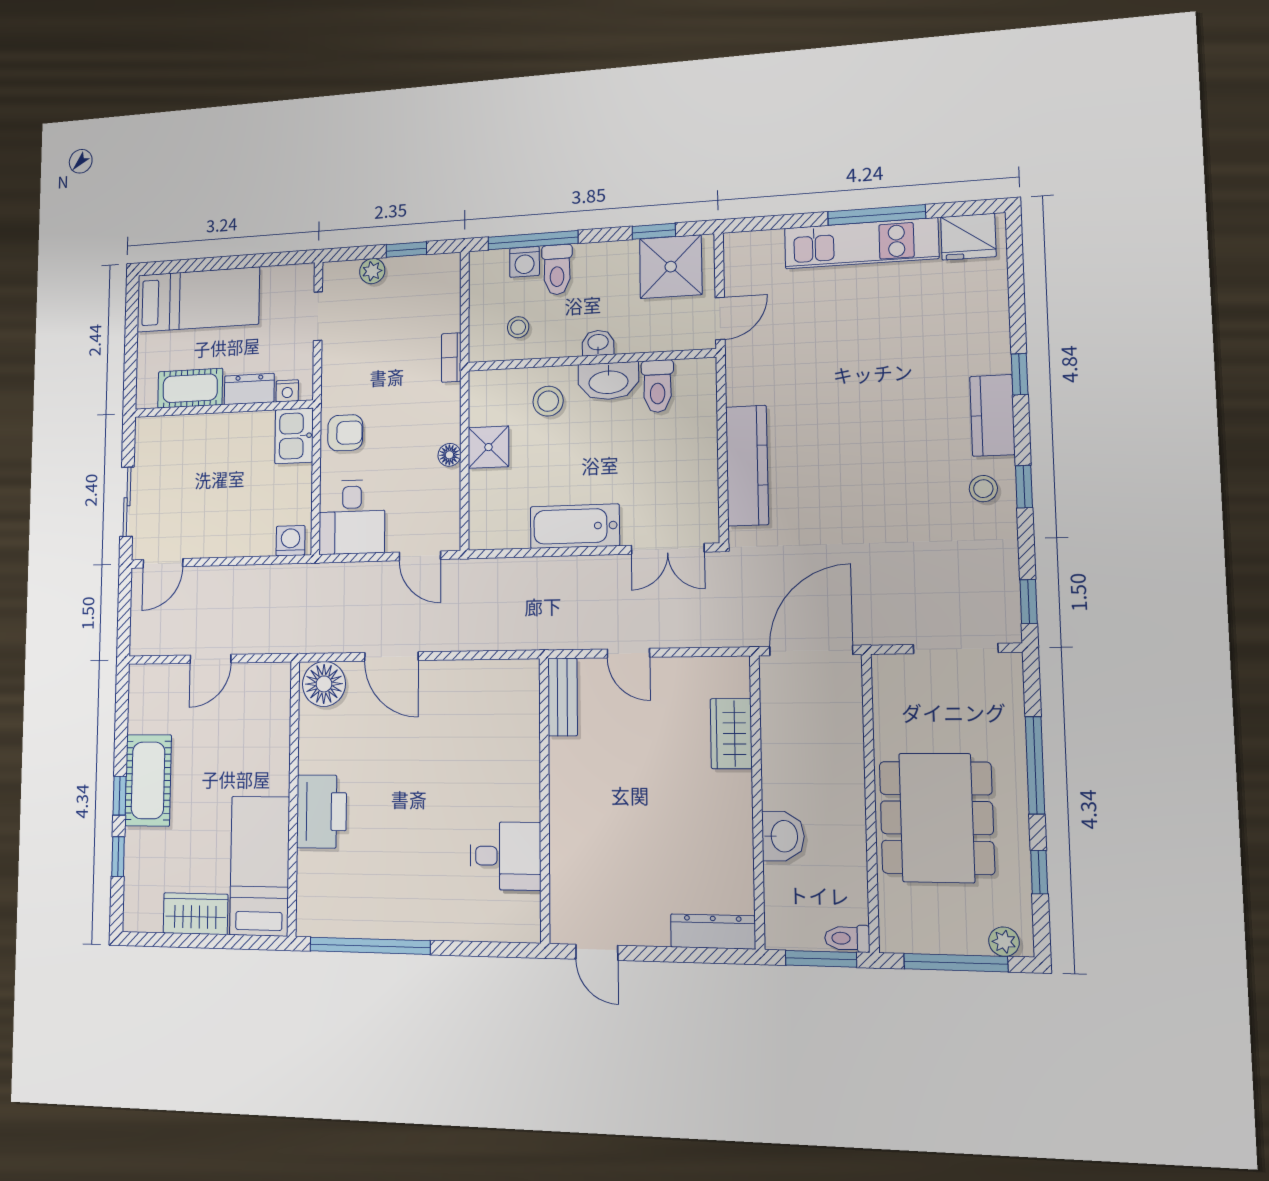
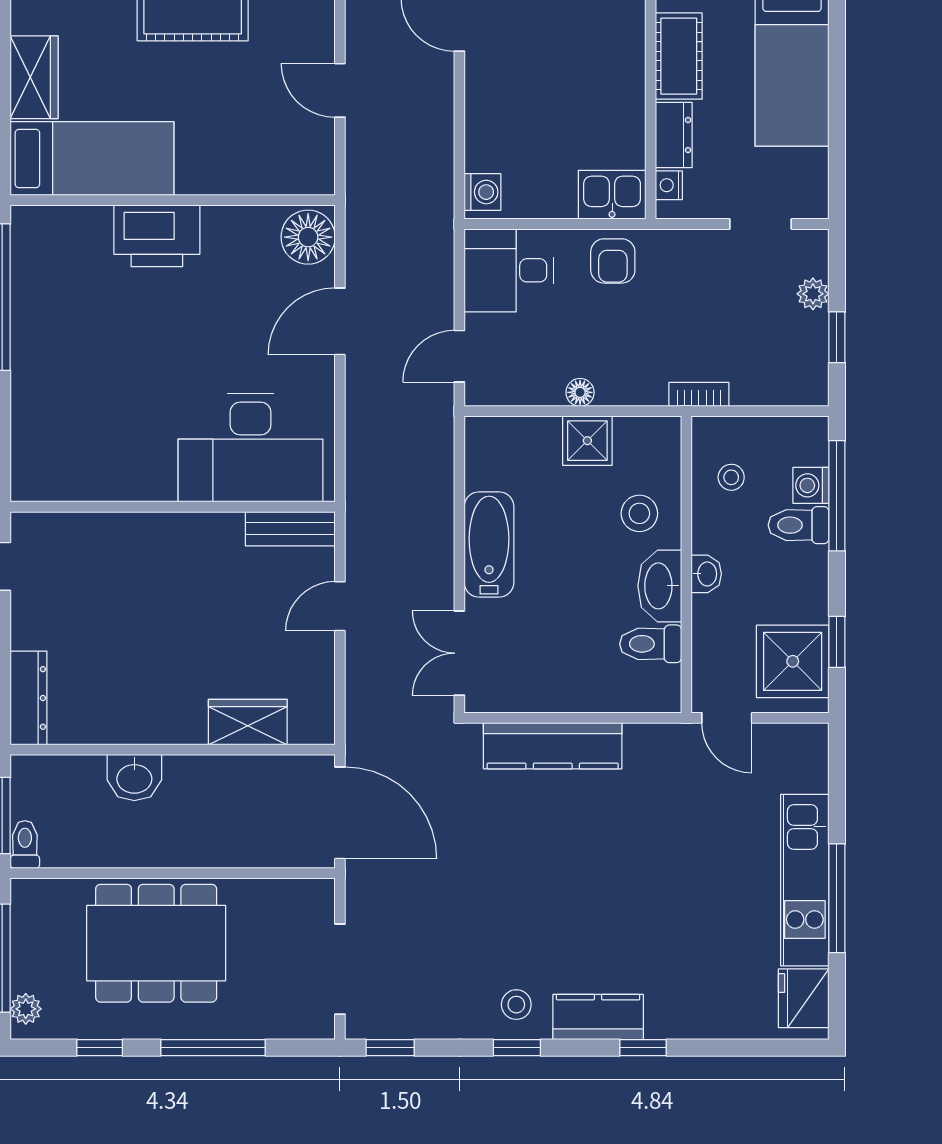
desk: (505, 856) -> (250, 448), moved, width x1.87, depth x1.30

